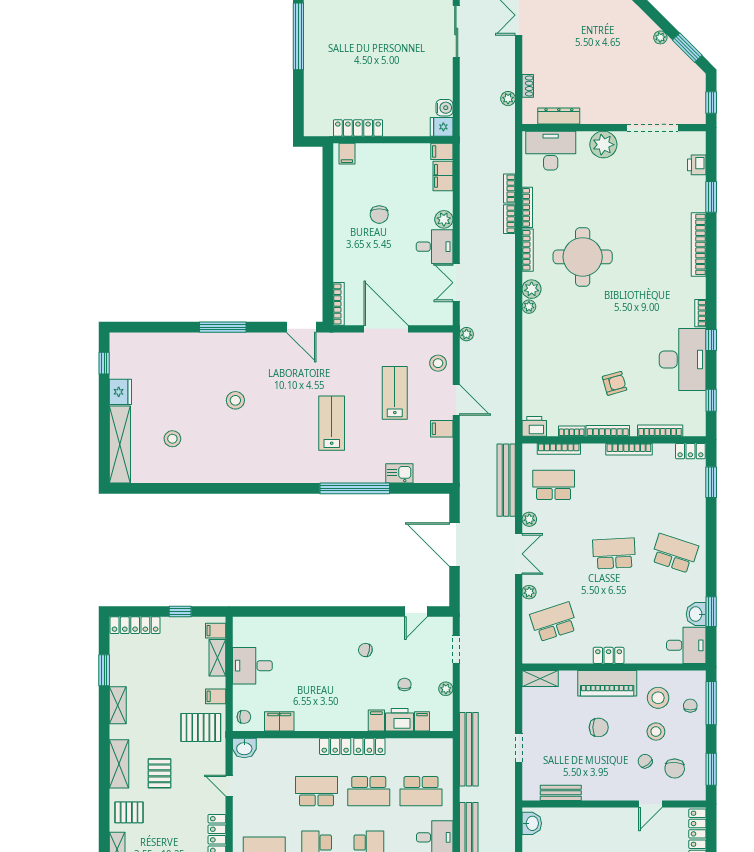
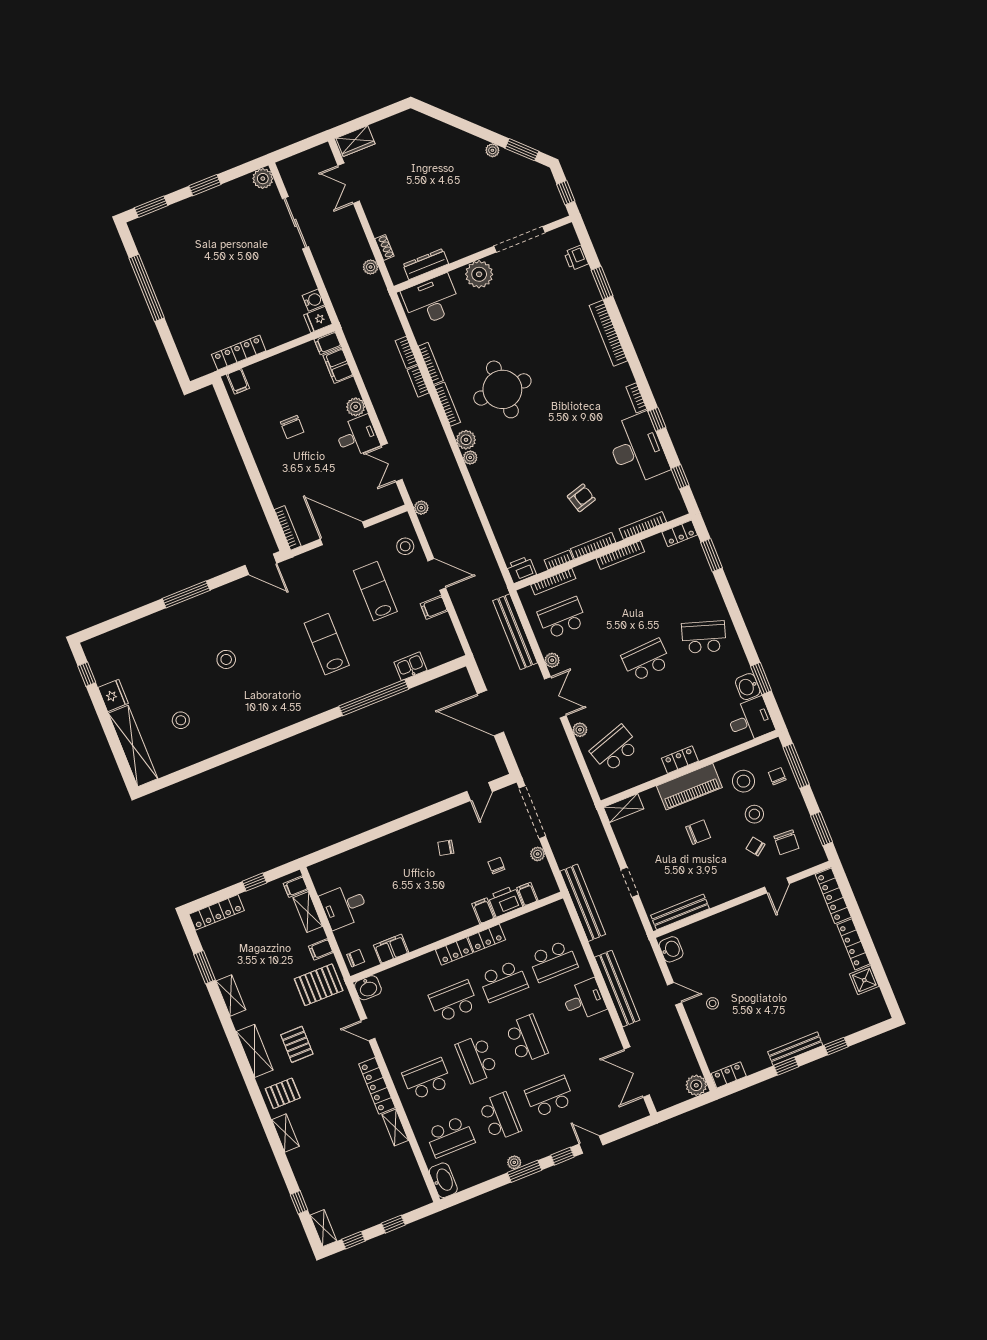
doorway: (456, 649) -> (532, 812), width x1.87
bench: (561, 793) -> (680, 912), width x1.36

